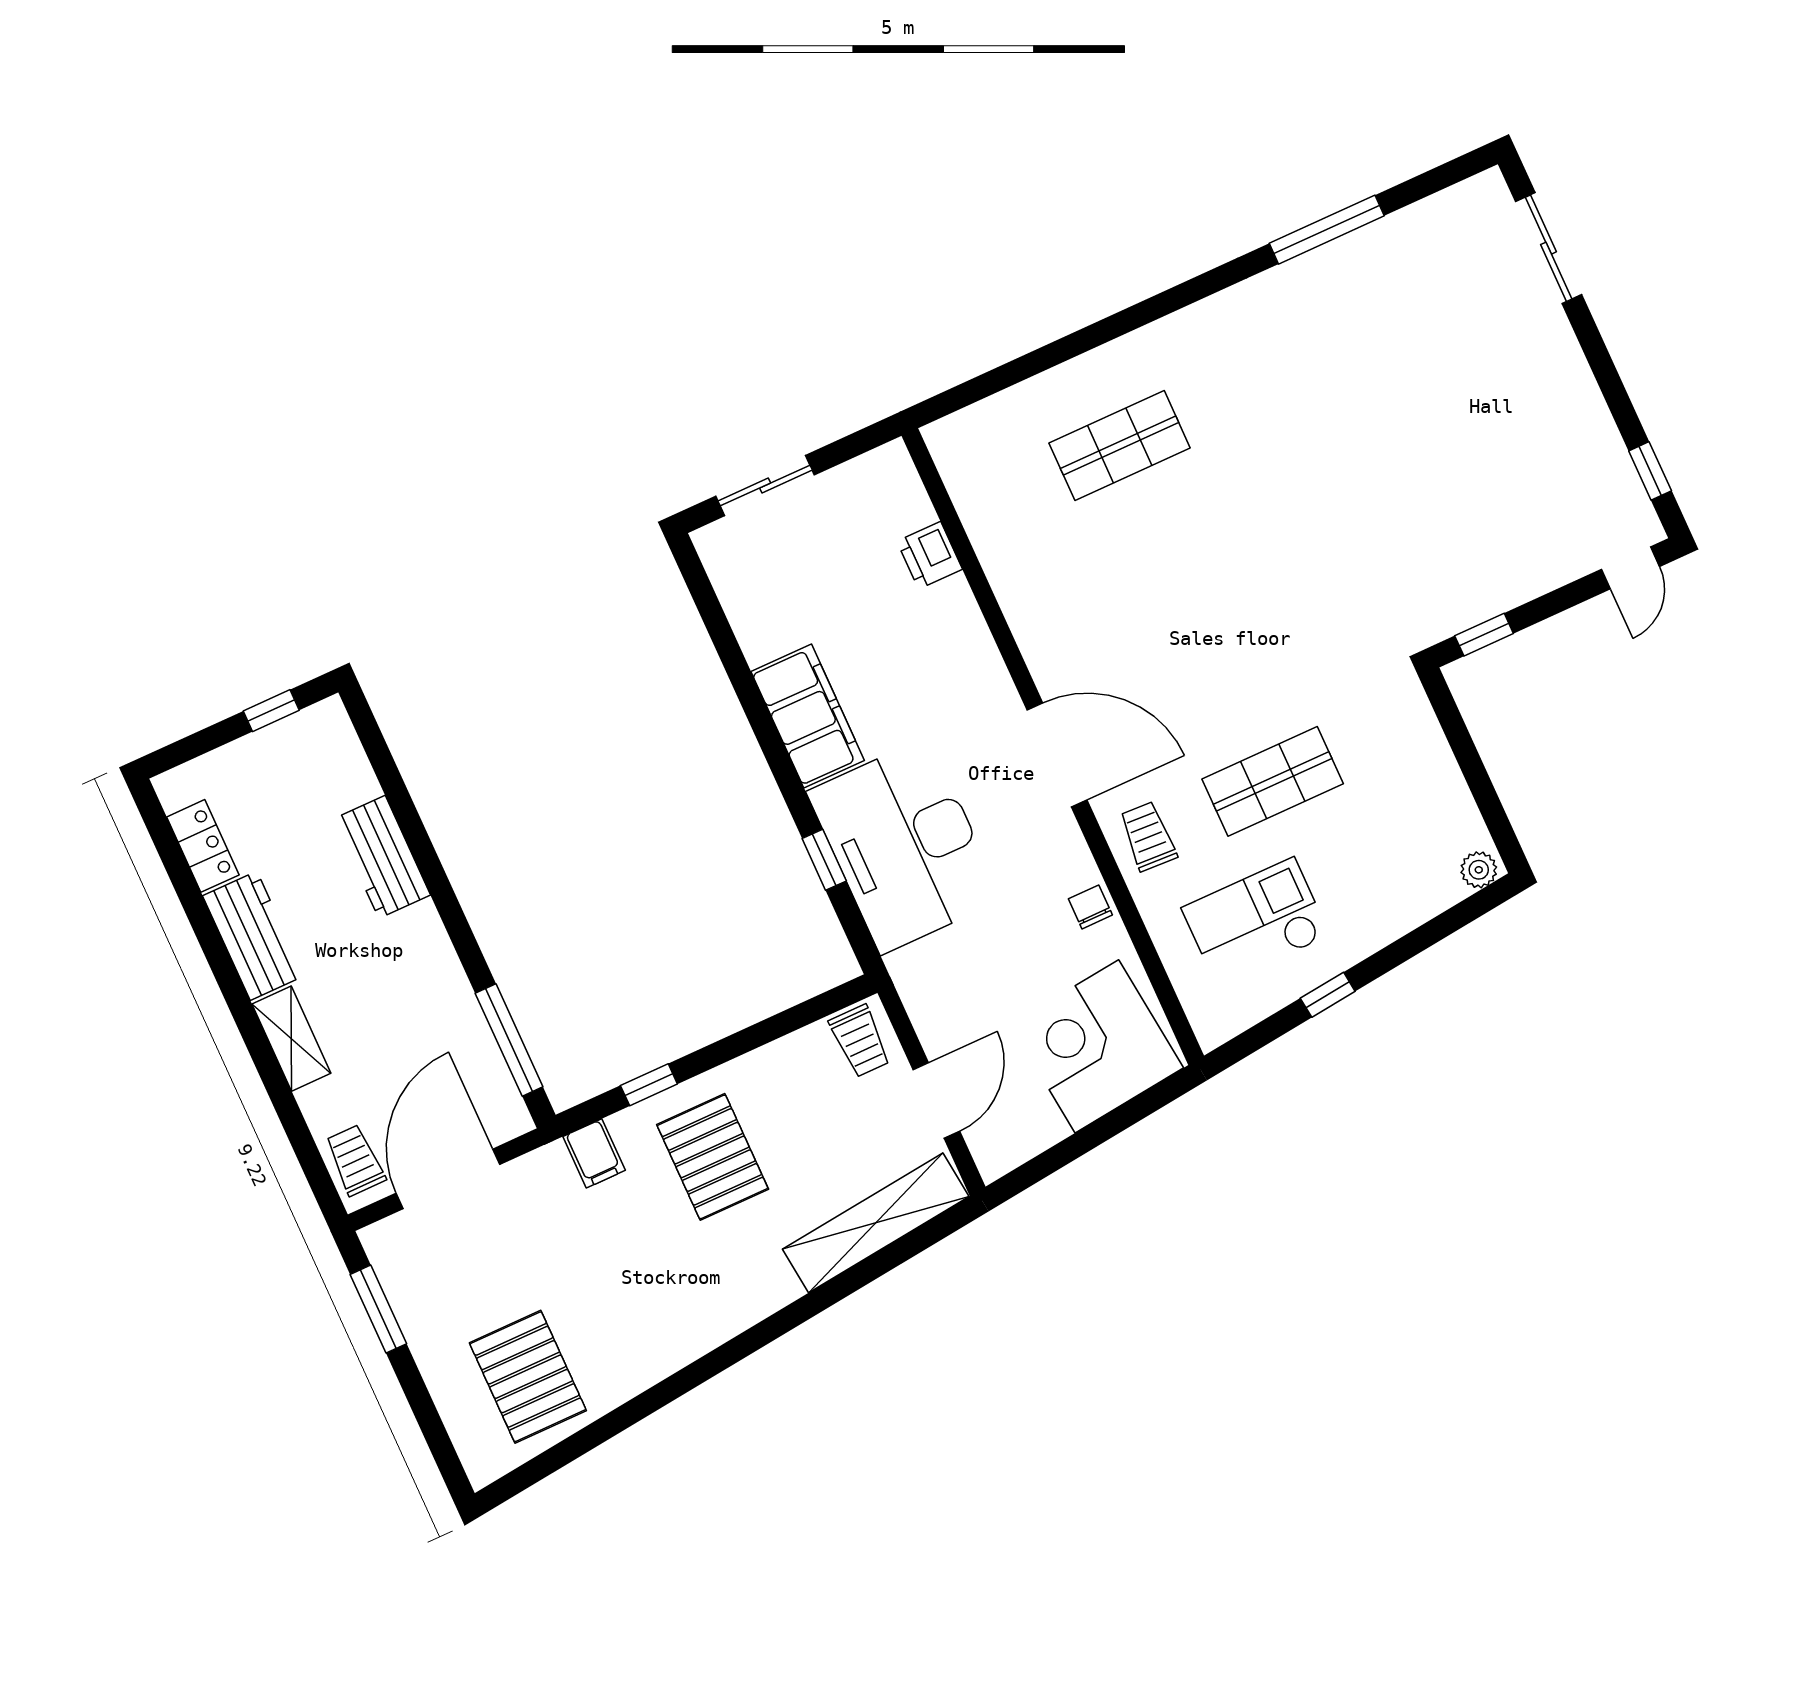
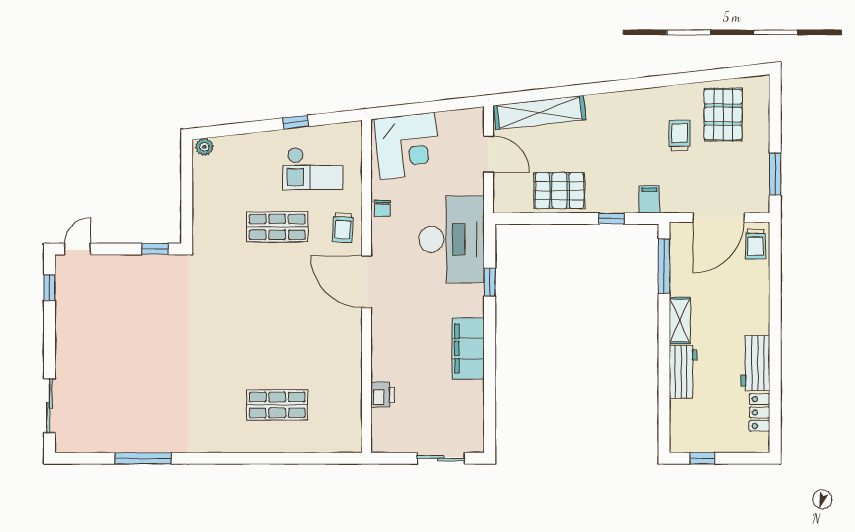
desk: (905, 846) -> (452, 239), moved
shelving: (291, 1039) -> (680, 320), moved
trolley: (860, 1041) -> (680, 135), moved
door: (936, 1100) -> (489, 154), swing flipped
pallet: (713, 1157) -> (559, 191), moved, turned 90

